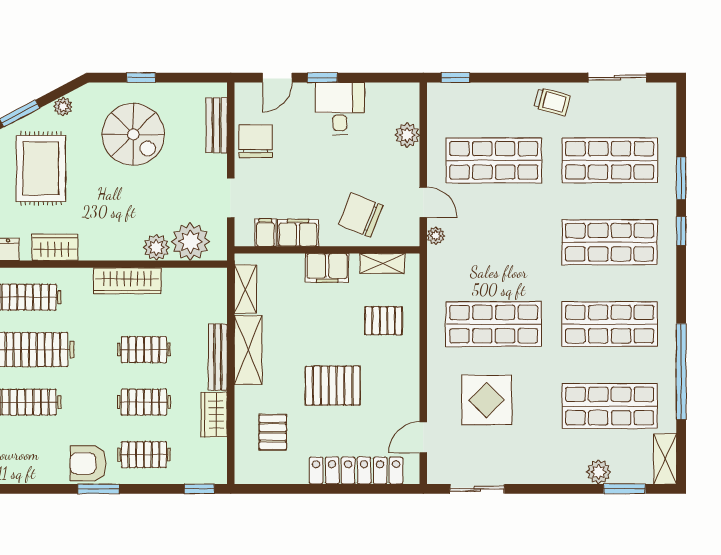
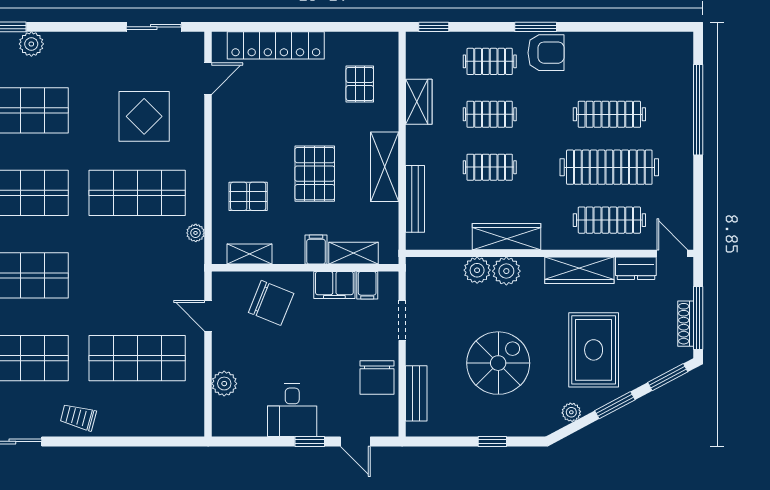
door: (277, 78) -> (355, 441), swing flipped
window: (455, 78) -> (176, 441), removed
spiral stairs: (133, 134) -> (498, 363), moved, turned 90
plant: (436, 236) -> (196, 233), moved
plant: (190, 242) -> (506, 271), moved, width x0.73, depth x0.73
wardrobe: (55, 247) -> (579, 270), width x1.50
filing cabinet: (327, 268) -> (316, 250), width x0.50
shelving: (245, 289) -> (353, 253), moved, turned 90
bench: (218, 357) -> (415, 199), moved
pallet: (333, 386) -> (315, 174), moved, turned 90

